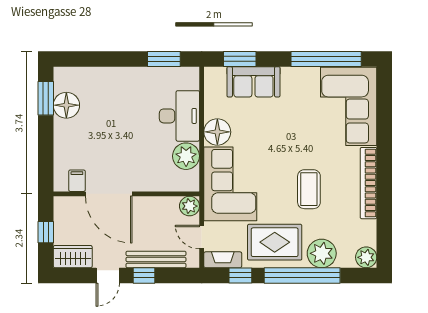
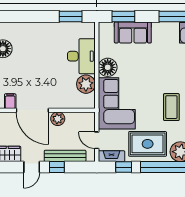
plant: (189, 206) -> (58, 119), moved

